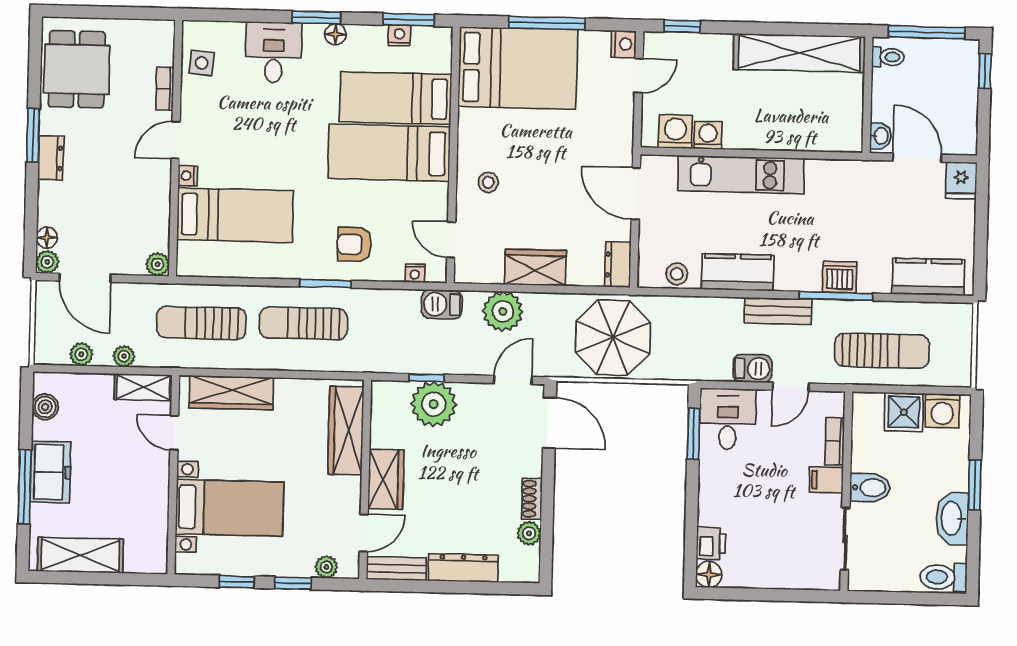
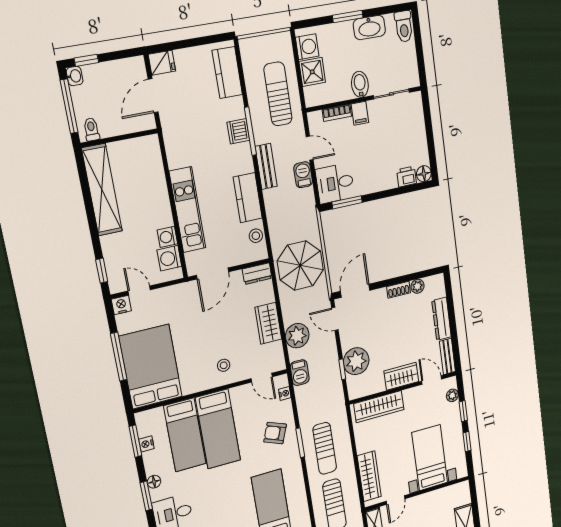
washbasin: (880, 136) -> (75, 76), moved, turned 90
door: (451, 240) -> (262, 378), hinge flipped
armchair: (354, 244) -> (275, 433), turned 111

